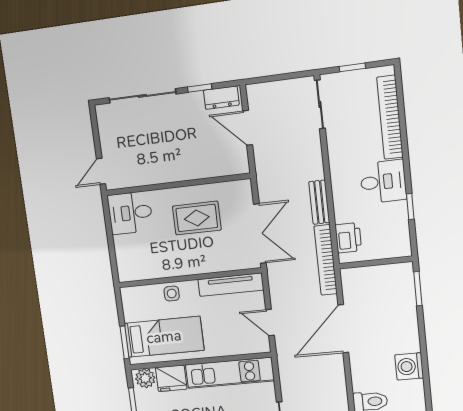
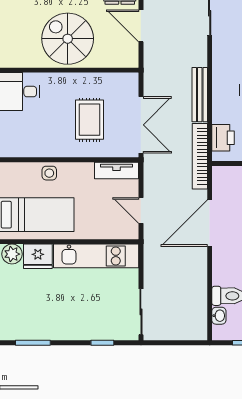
spiral stairs: (172, 151) -> (68, 39), added
bench: (319, 202) -> (200, 95), width x1.36
rug: (197, 218) -> (90, 120), moved, turned 90
tv unit: (231, 285) -> (116, 170), width x0.71

